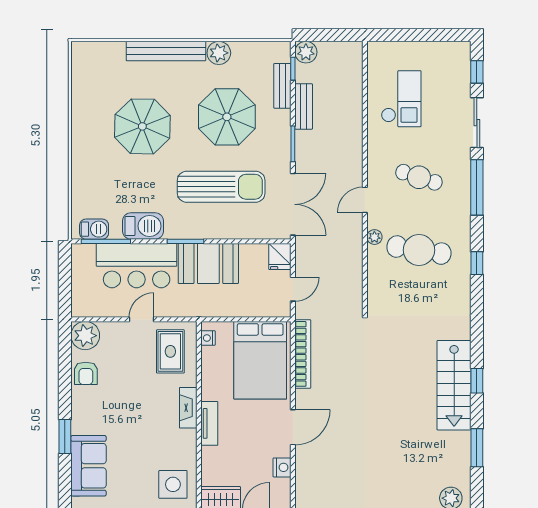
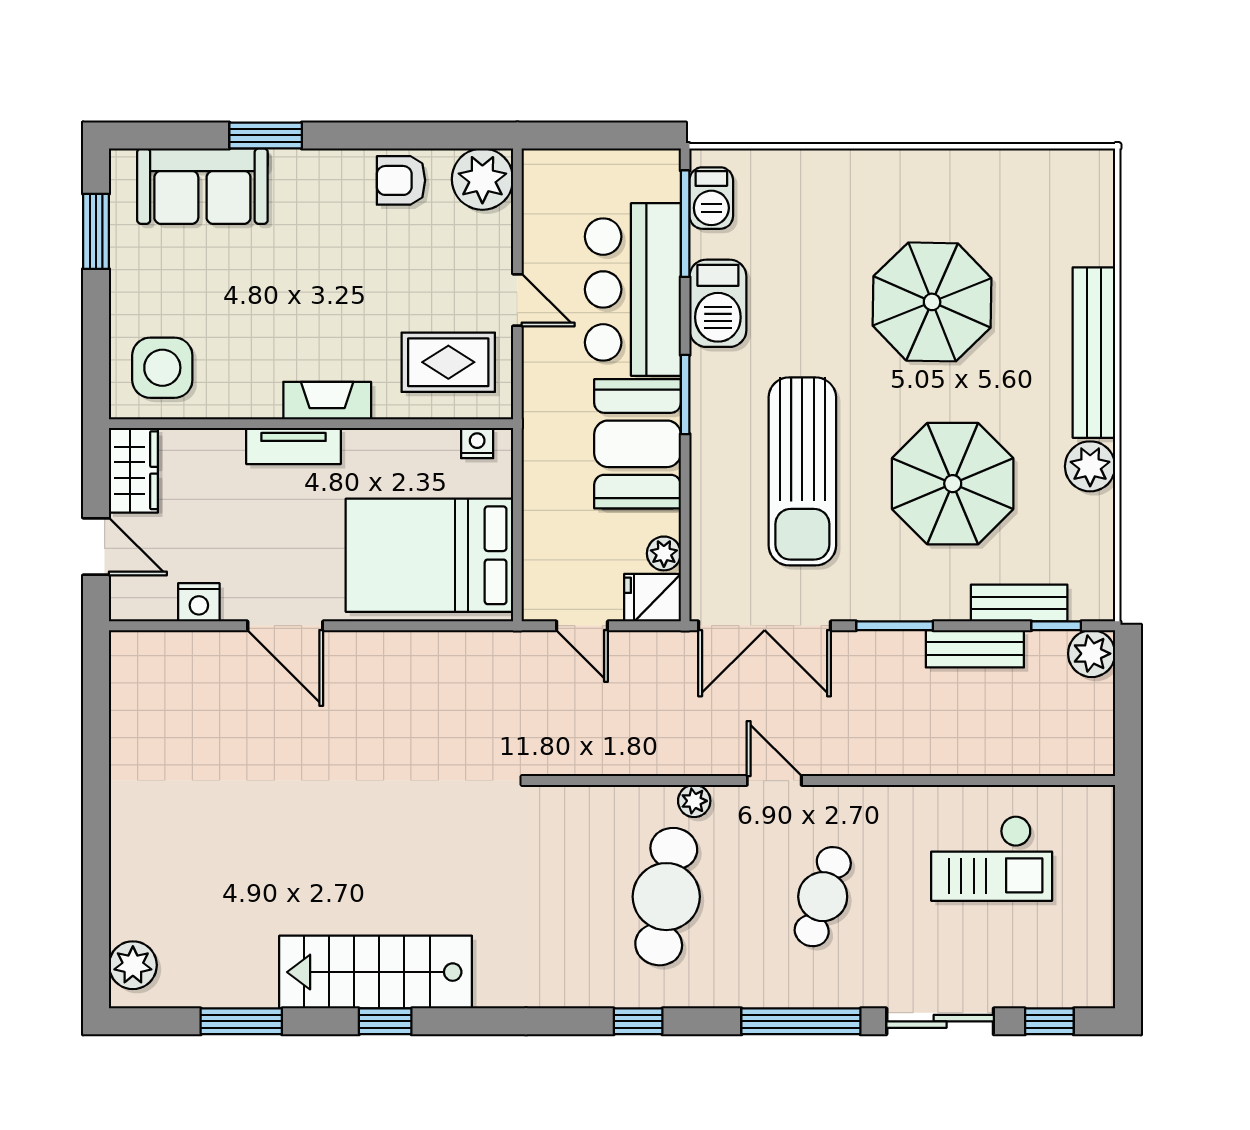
plant: (259, 251) -> (664, 553), added
bookcase: (303, 354) -> (443, 647), removed

